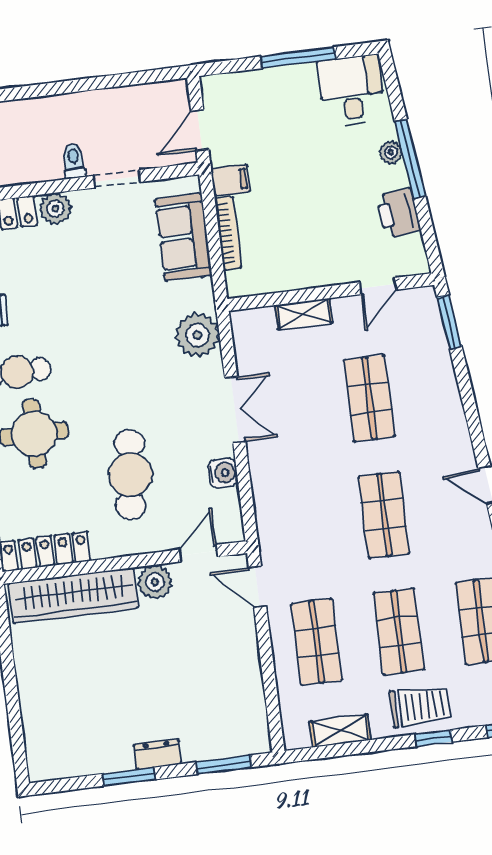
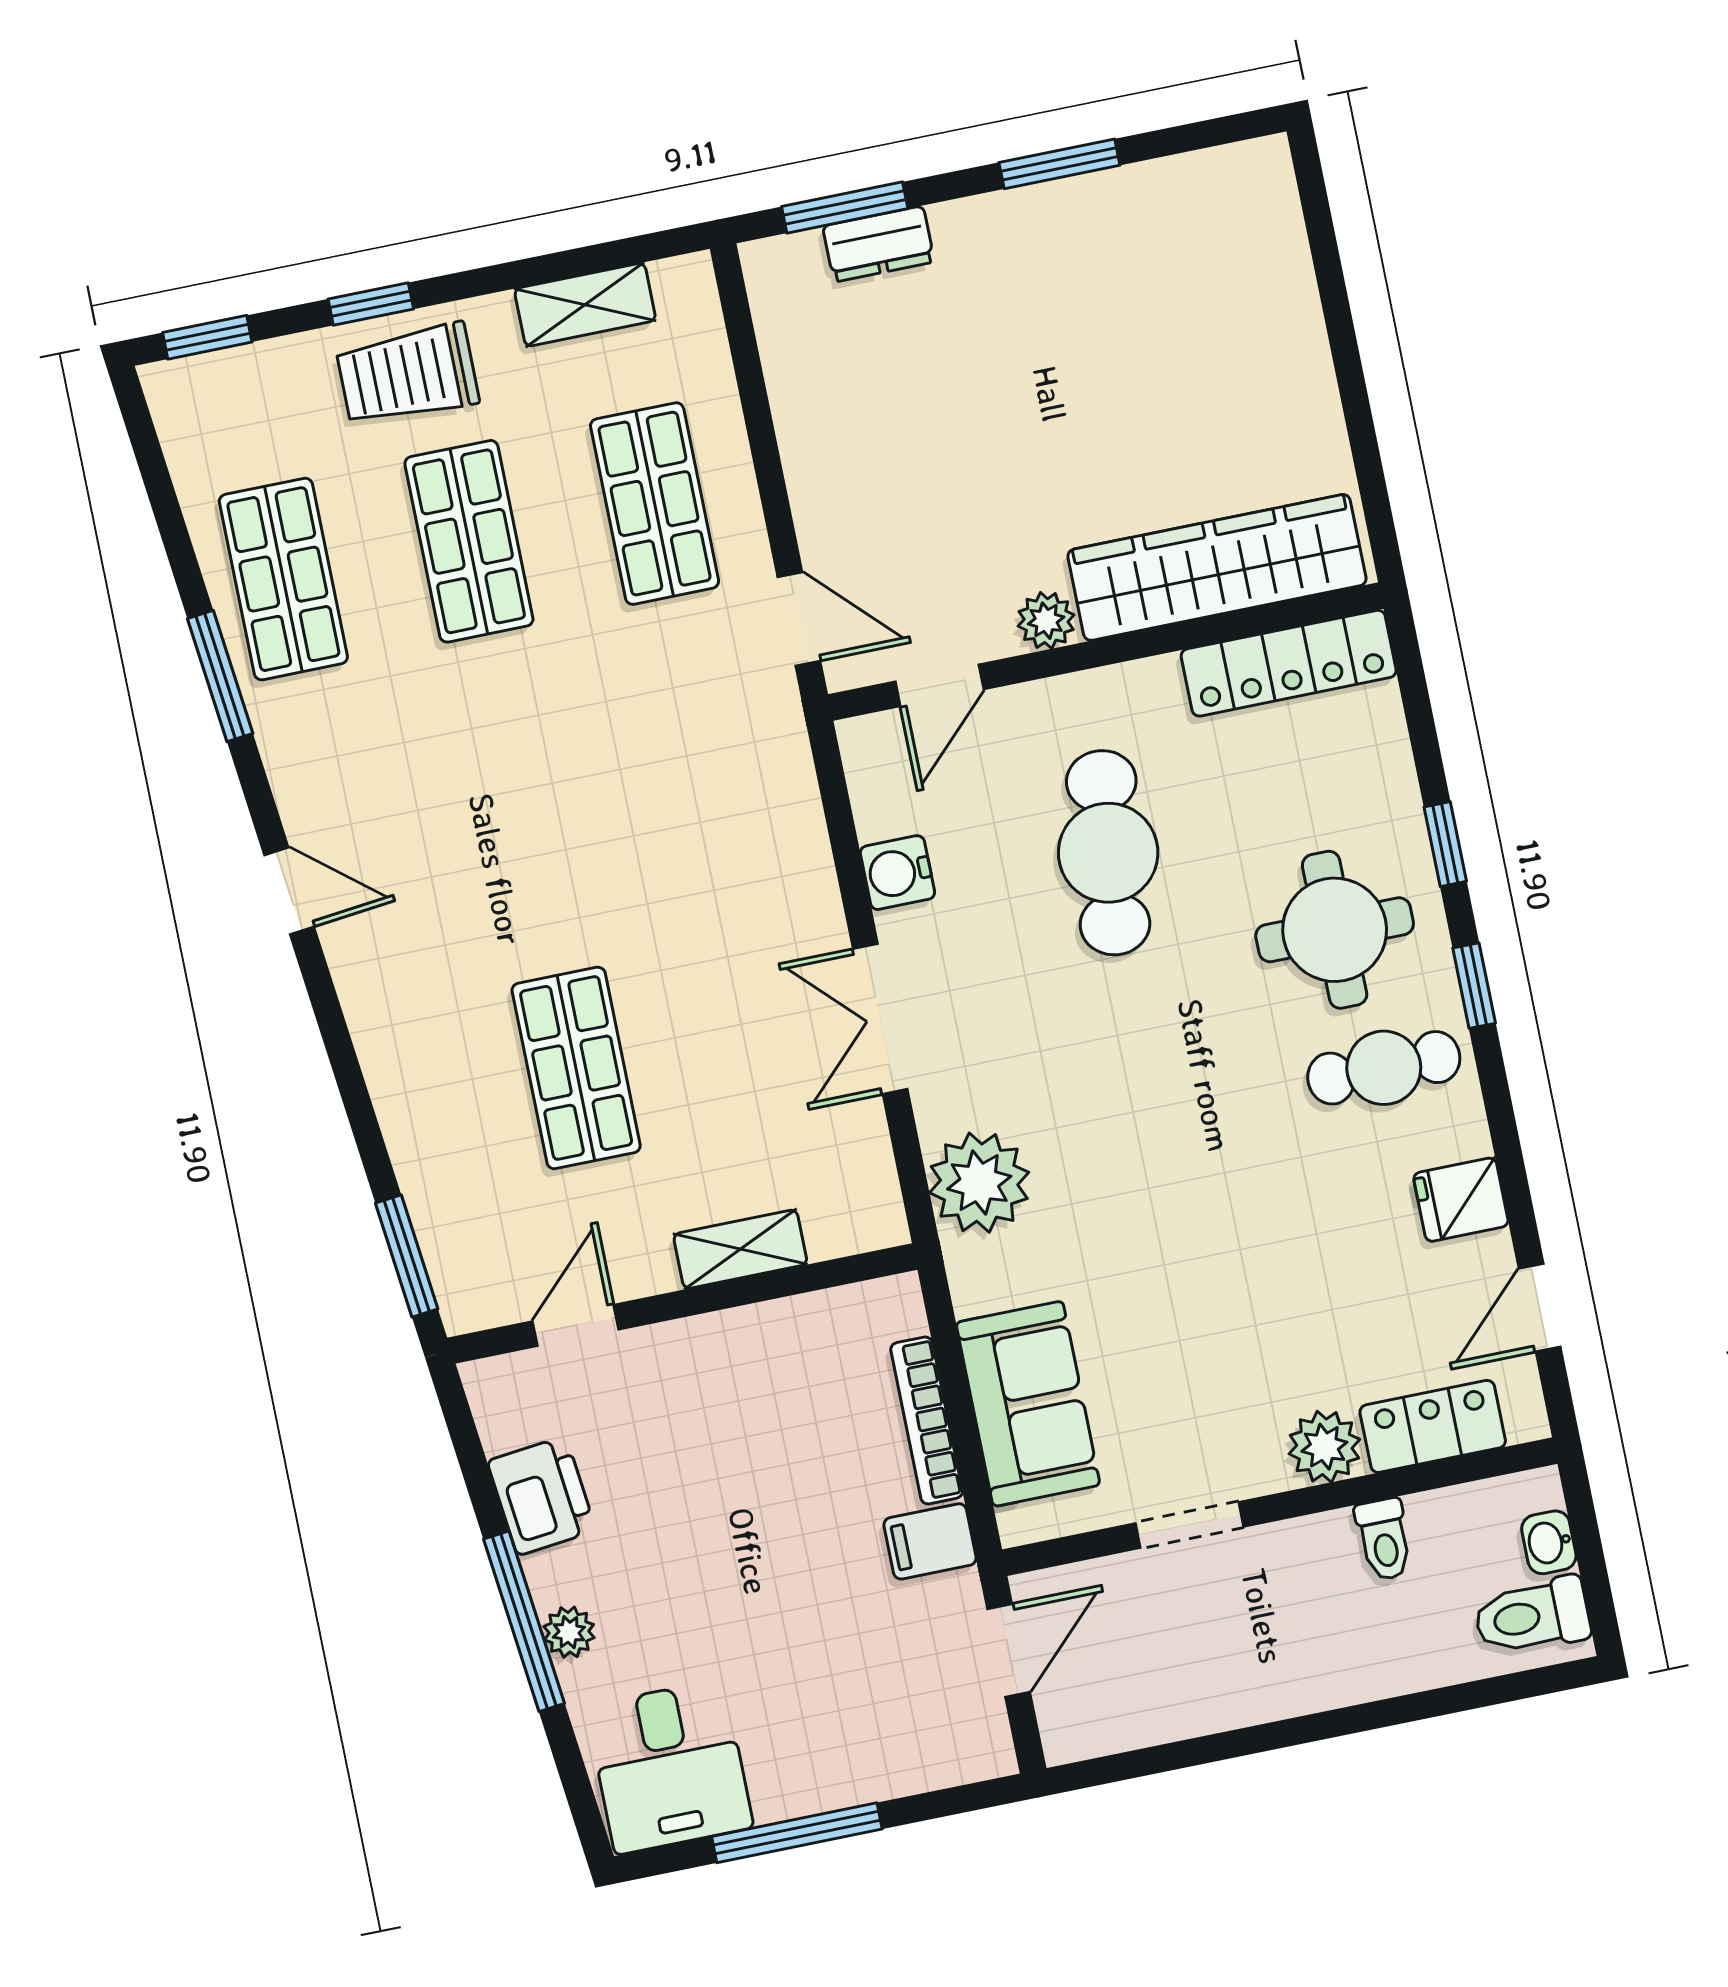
toilet: (74, 161) -> (1384, 1539), moved
shop shelf: (384, 515) -> (523, 805), removed
plant: (155, 582) -> (1046, 621), width x0.73, depth x0.73
dresser: (157, 754) -> (878, 244), moved

